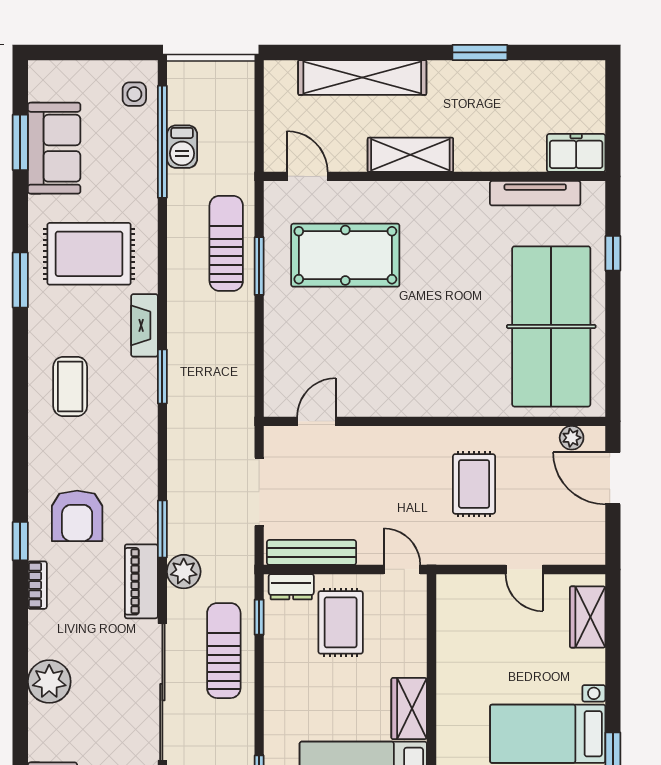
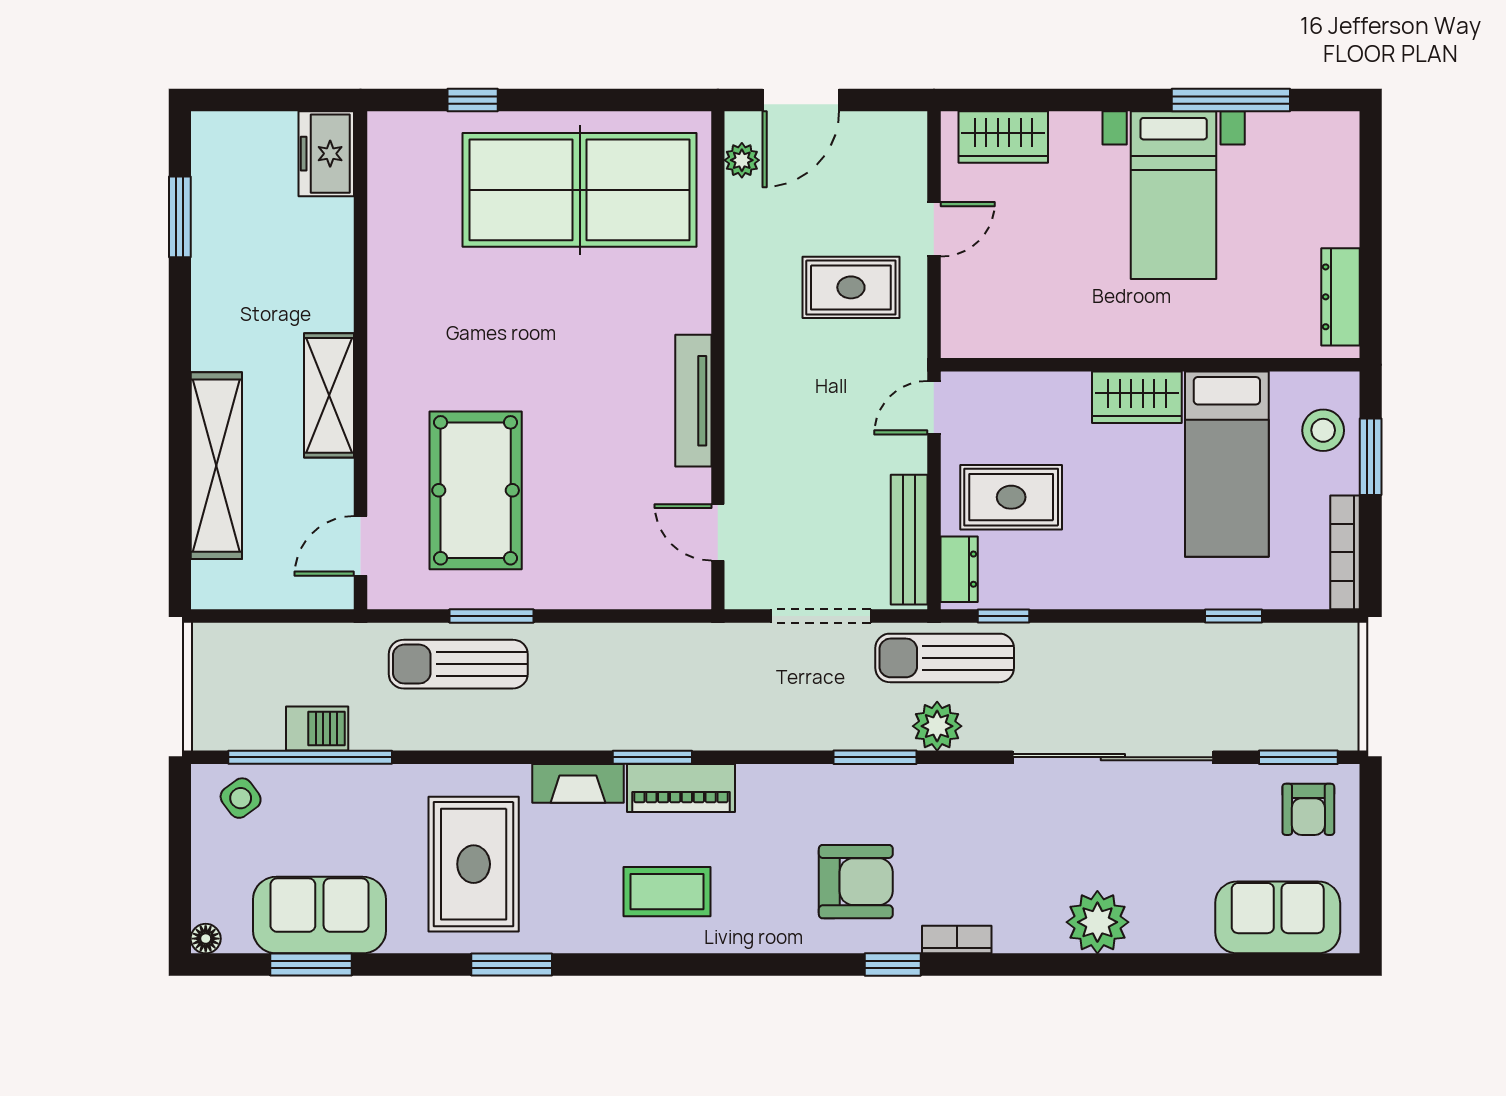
window: (480, 52) -> (180, 217), moved
floor lamp: (38, 70) -> (206, 939), added
side table: (134, 94) -> (241, 798), turned -36
tv unit: (535, 193) -> (693, 401), moved, turned 180
rug: (474, 484) -> (851, 287), moved
piano: (141, 581) -> (681, 788), moved
sun lounger: (224, 651) -> (945, 658), moved

